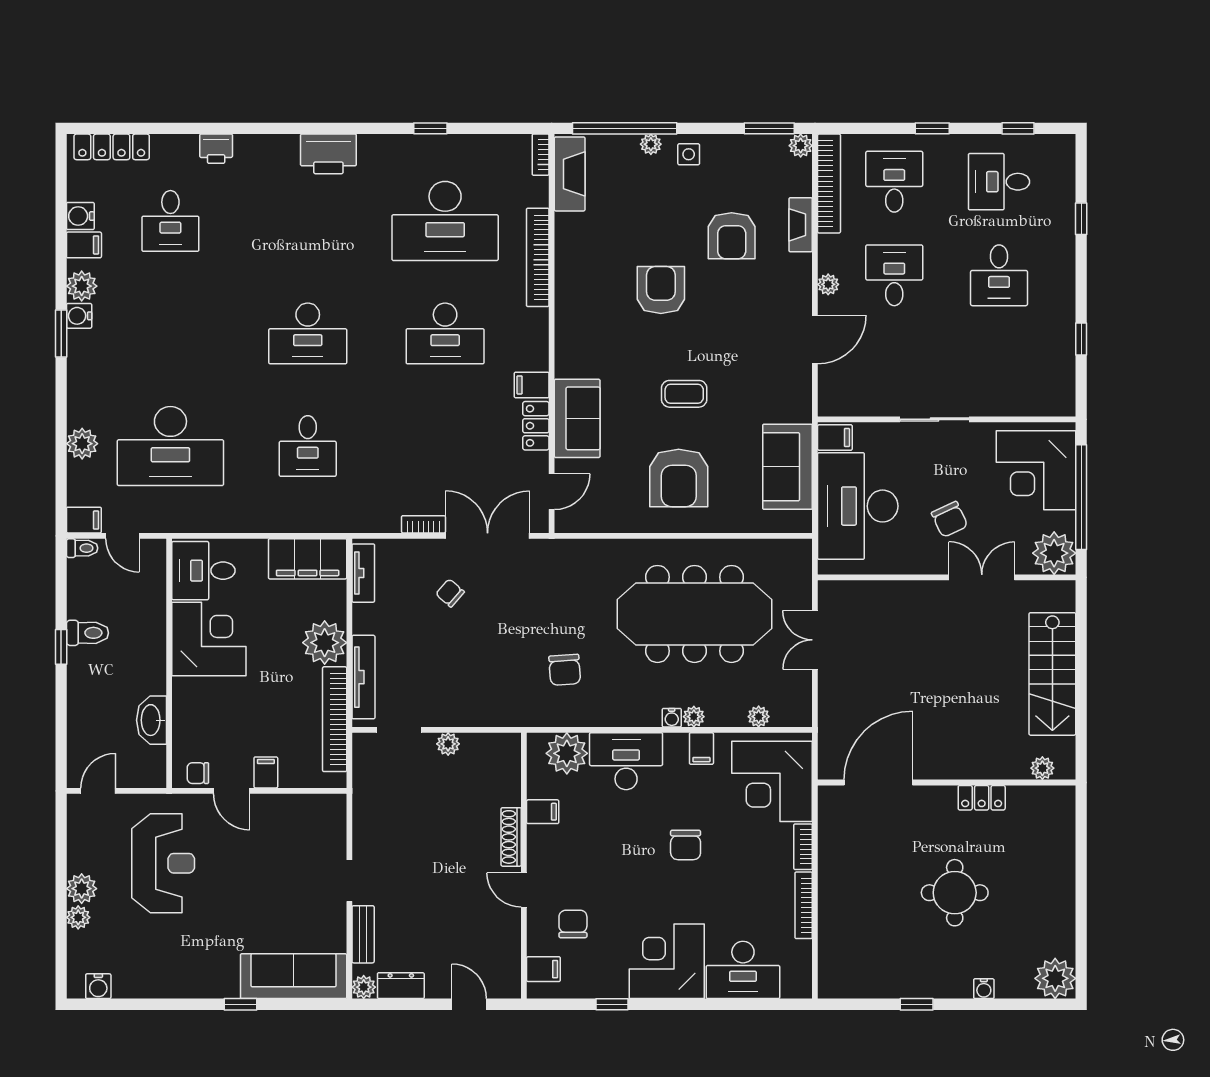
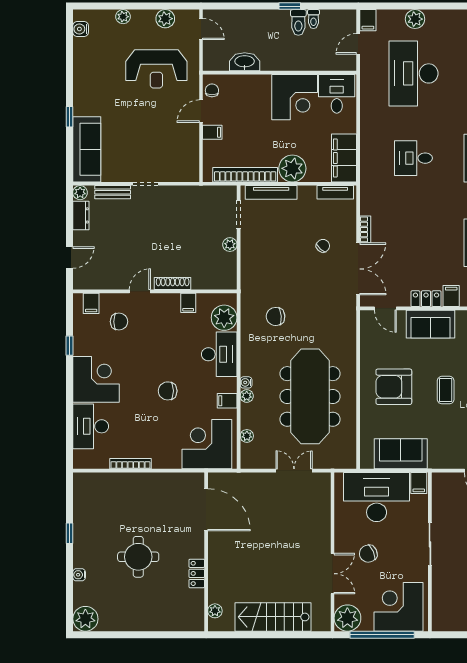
toilet: (82, 548) -> (313, 19), moved
bookcase: (803, 847) -> (167, 463), removed
plant: (82, 889) -> (165, 19), moved

